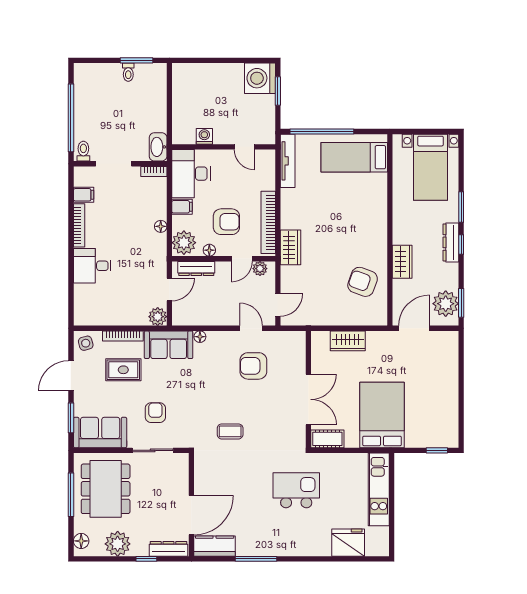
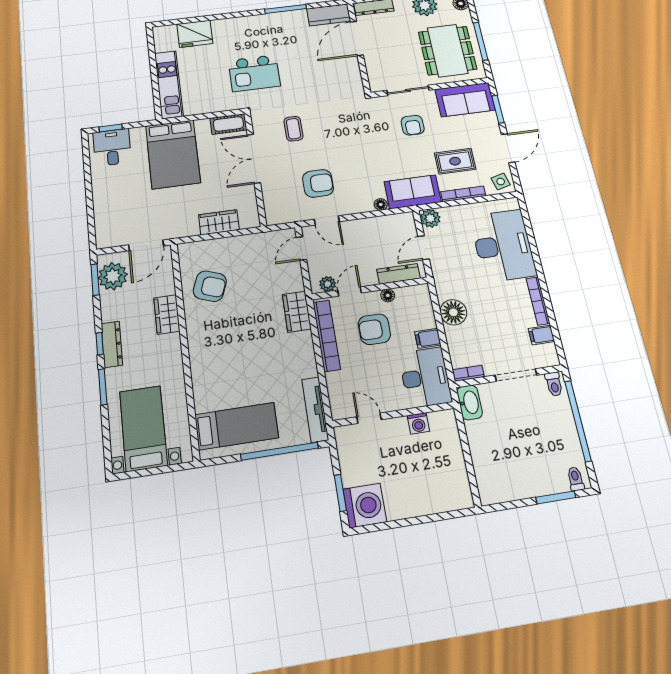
window: (136, 60) -> (556, 497), moved
toilet: (128, 72) -> (576, 479), moved
floor lamp: (161, 226) -> (453, 312), width x1.89, depth x1.89
plant: (184, 243) -> (418, 299), removed
desk: (92, 266) -> (503, 246), width x1.87, depth x1.30
desk: (437, 430) -> (112, 147), added
coffee table: (230, 431) -> (293, 129), moved, turned 90

